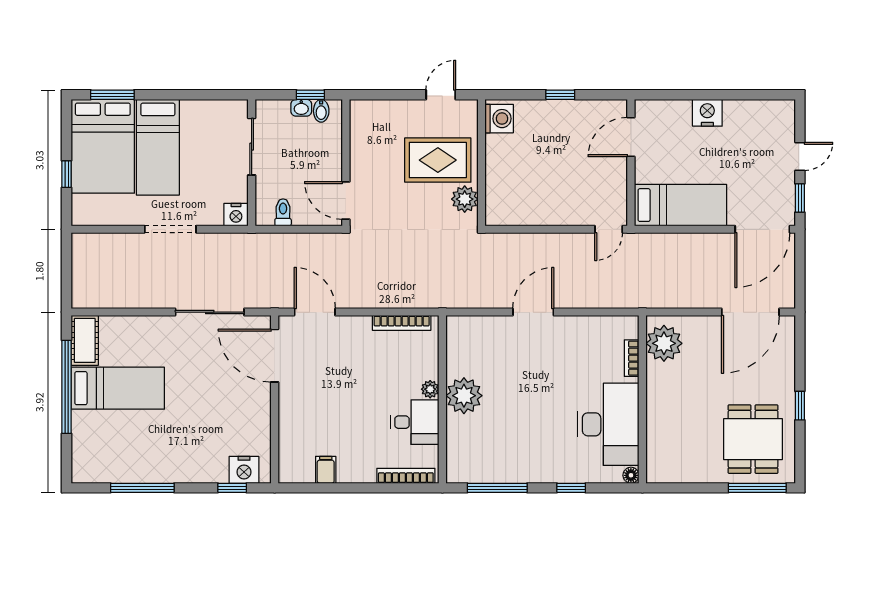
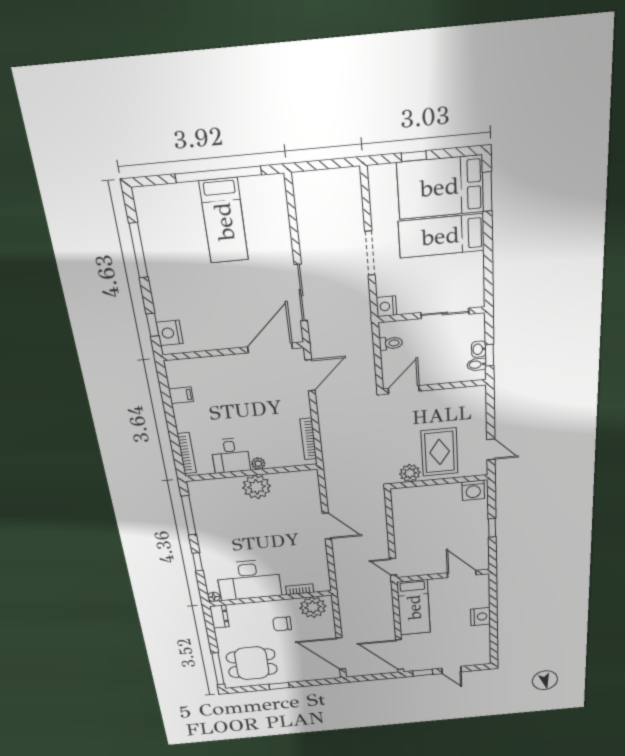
cot: (85, 340) -> (263, 187), removed
chair: (688, 388) -> (282, 624), added
dresser: (665, 472) -> (219, 617), added

